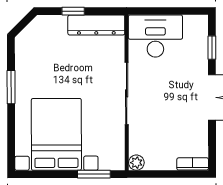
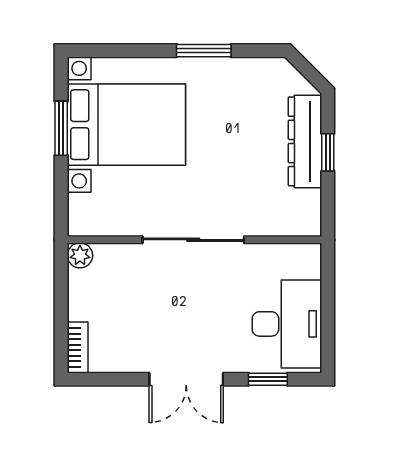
dresser: (96, 25) -> (305, 141), moved
desk: (155, 36) -> (287, 324), moved
window: (94, 174) -> (61, 128), moved

